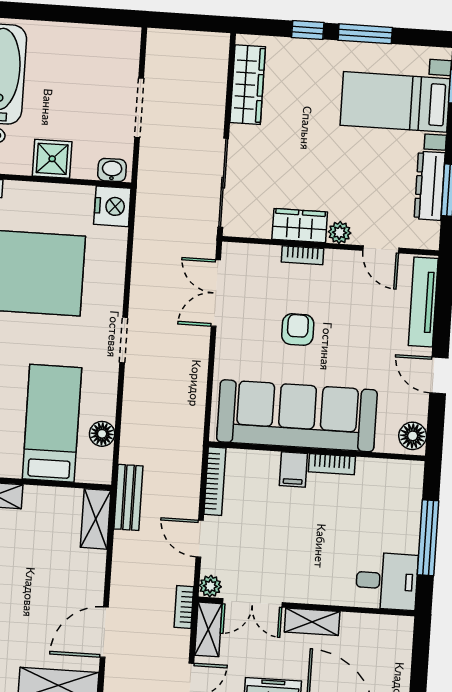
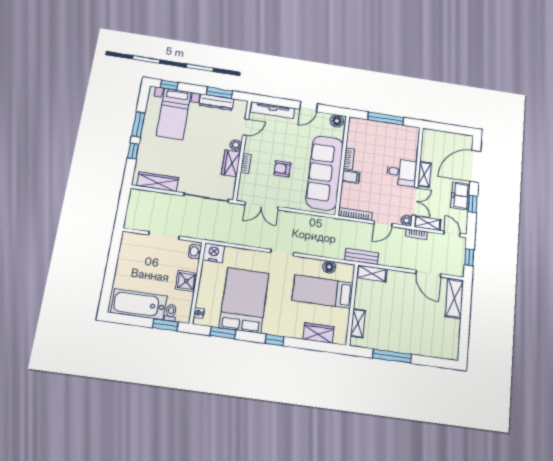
desk: (387, 581) -> (402, 172), moved, turned 90

